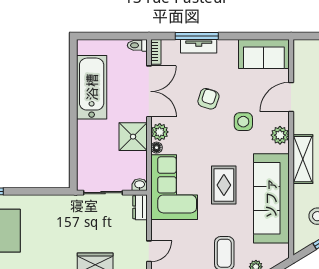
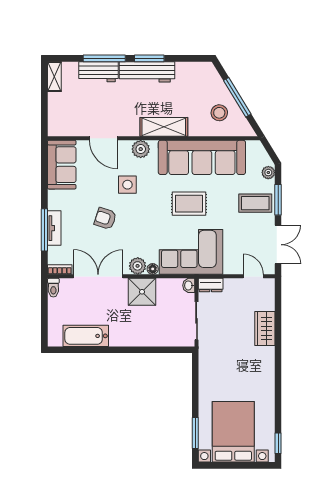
bathtub: (92, 87) -> (86, 336), width x0.73, depth x0.73

